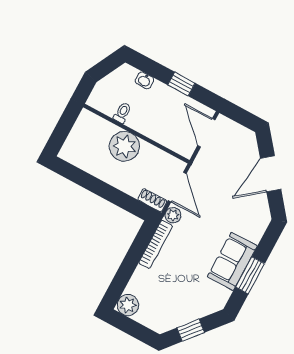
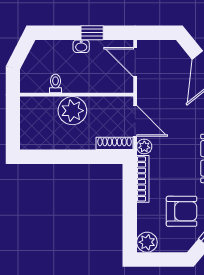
washbasin: (144, 80) -> (81, 46), moved
shoe rack: (152, 200) -> (115, 143), width x1.43
armchair: (175, 294) -> (182, 211), added

